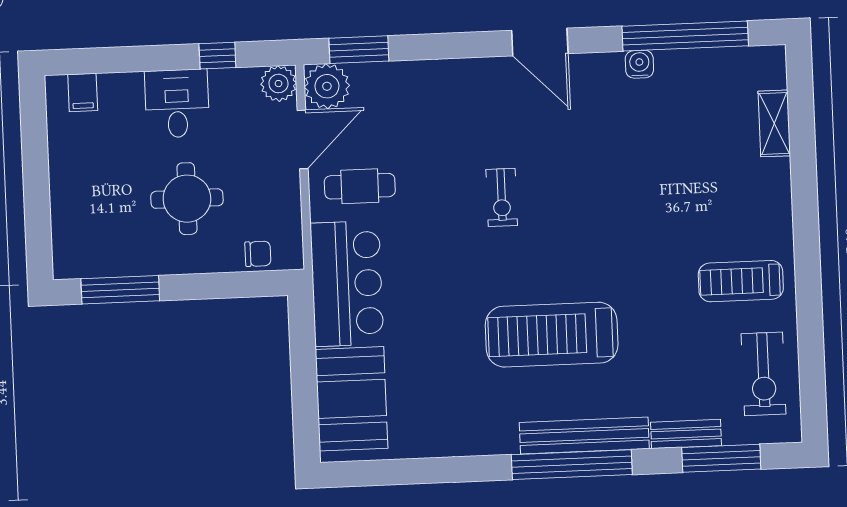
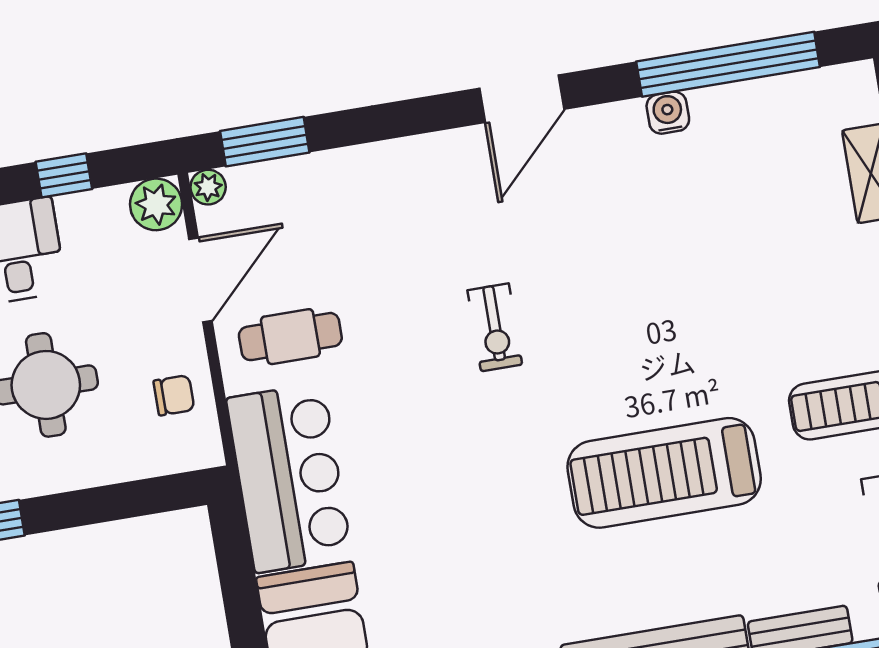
door: (540, 42) -> (522, 99), hinge flipped
plant: (327, 86) -> (208, 187), width x0.53, depth x0.53
chair: (258, 254) -> (174, 395), moved
treadmill: (552, 335) -> (664, 473), moved

